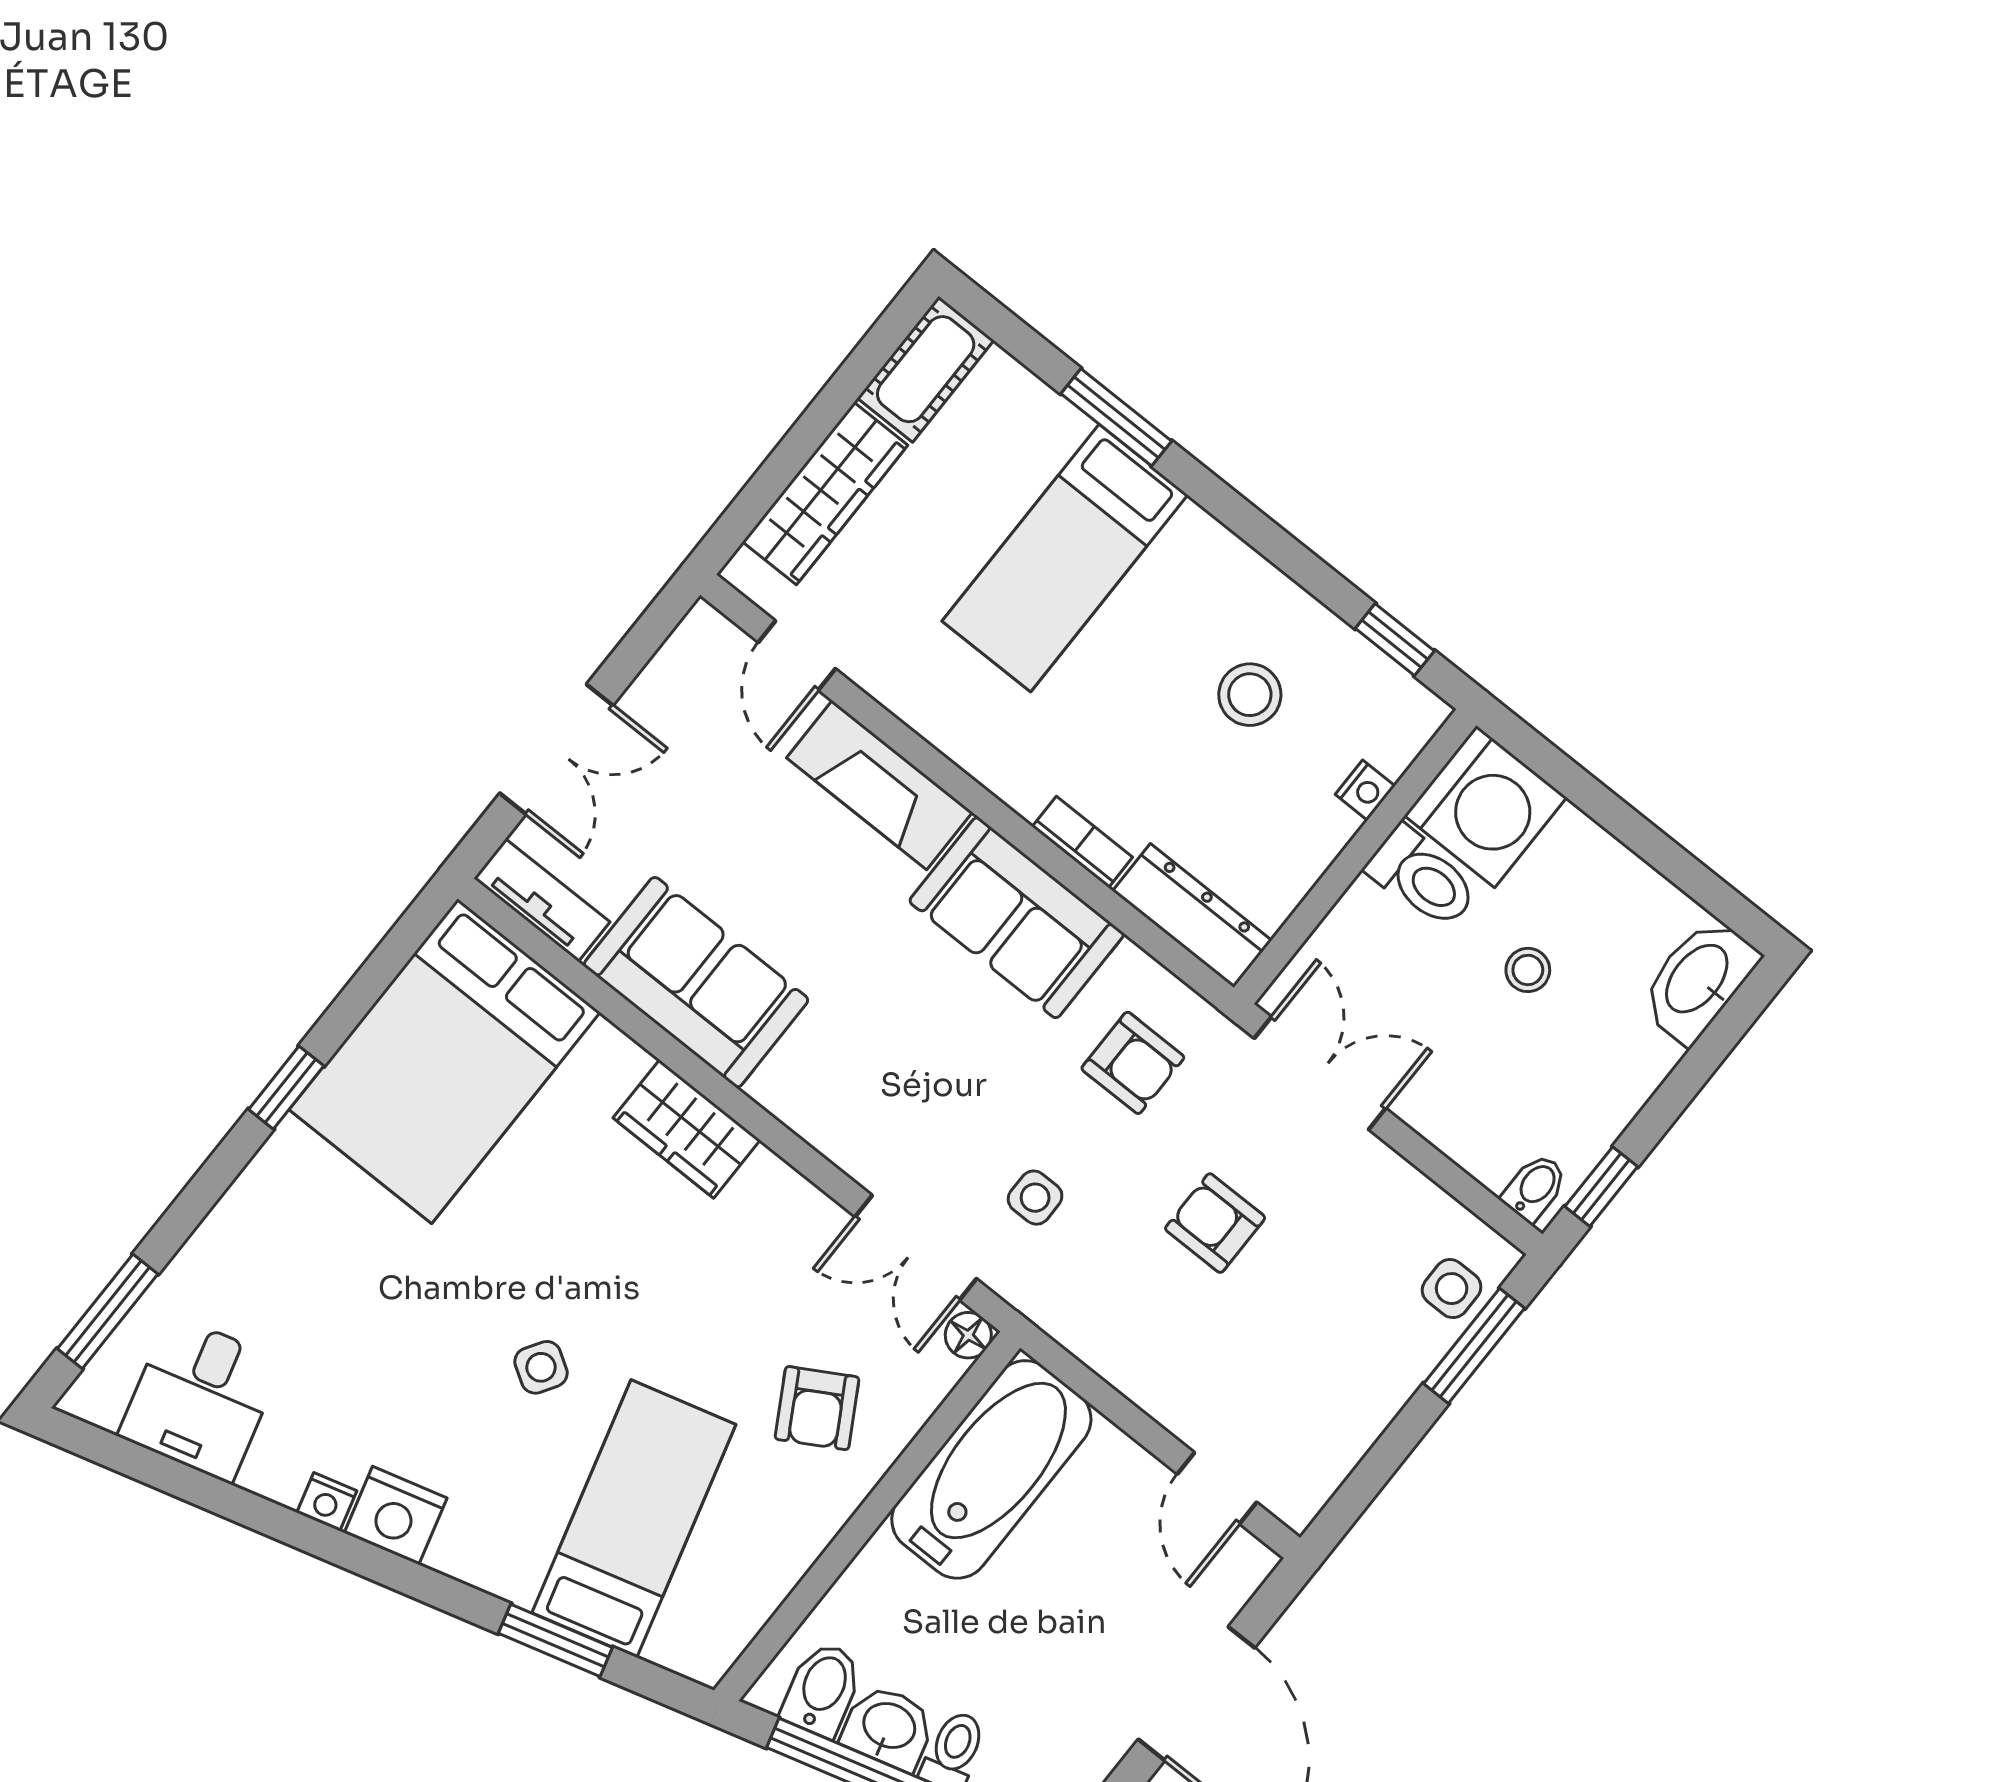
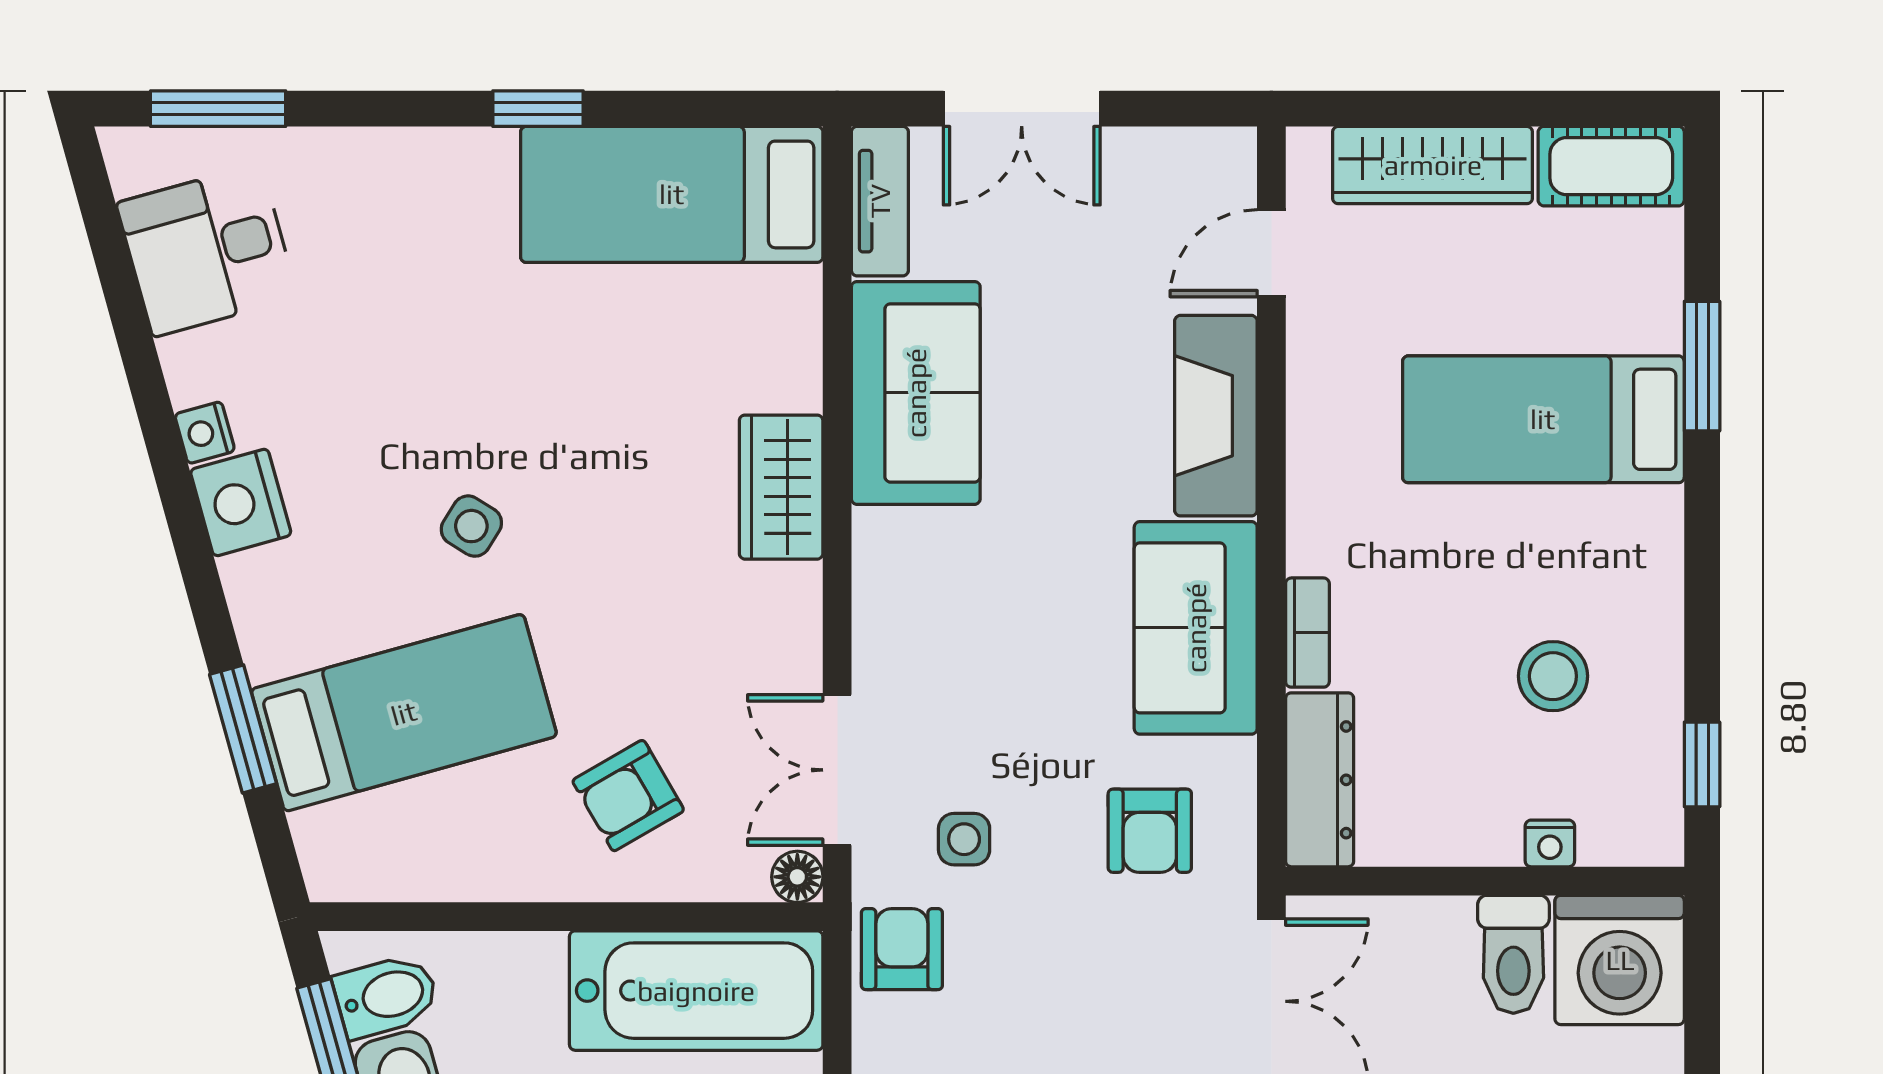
bed: (445, 1061) -> (672, 194), width x0.67
armchair: (1215, 1223) -> (902, 949), moved

